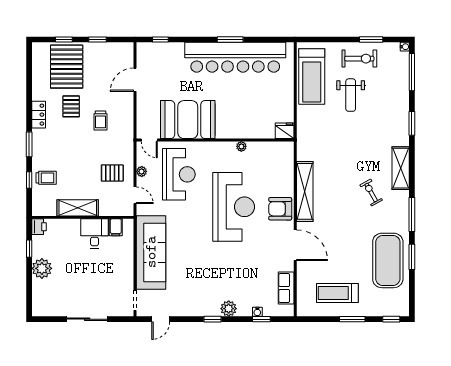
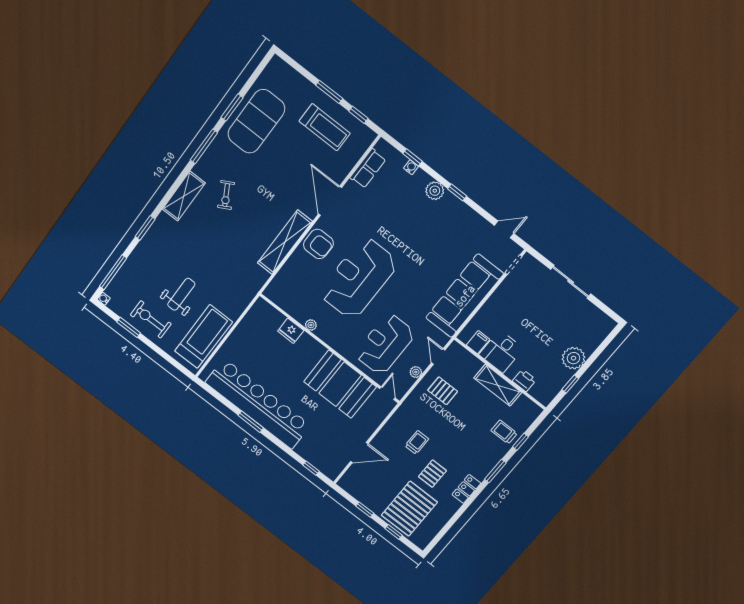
fridge: (285, 131) -> (291, 331), moved
printer: (39, 227) -> (524, 380), moved, turned 90
window: (391, 319) -> (358, 115), moved

